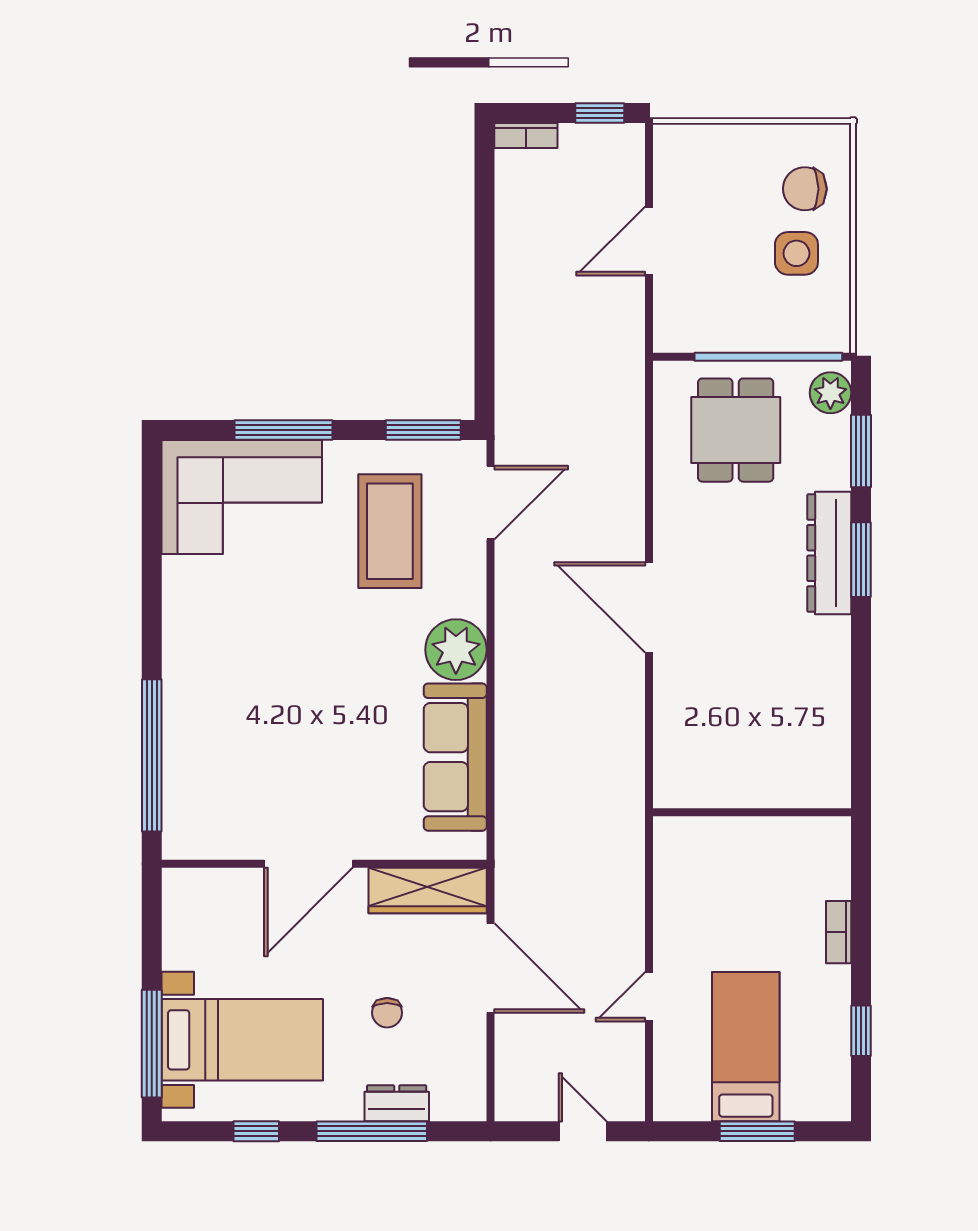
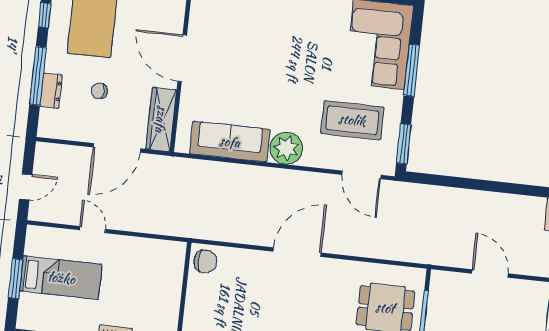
chair: (685, 778) -> (205, 261), added

